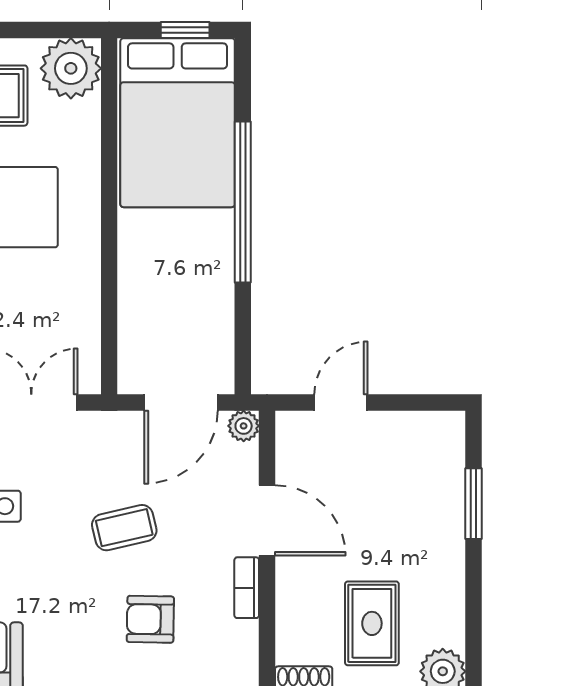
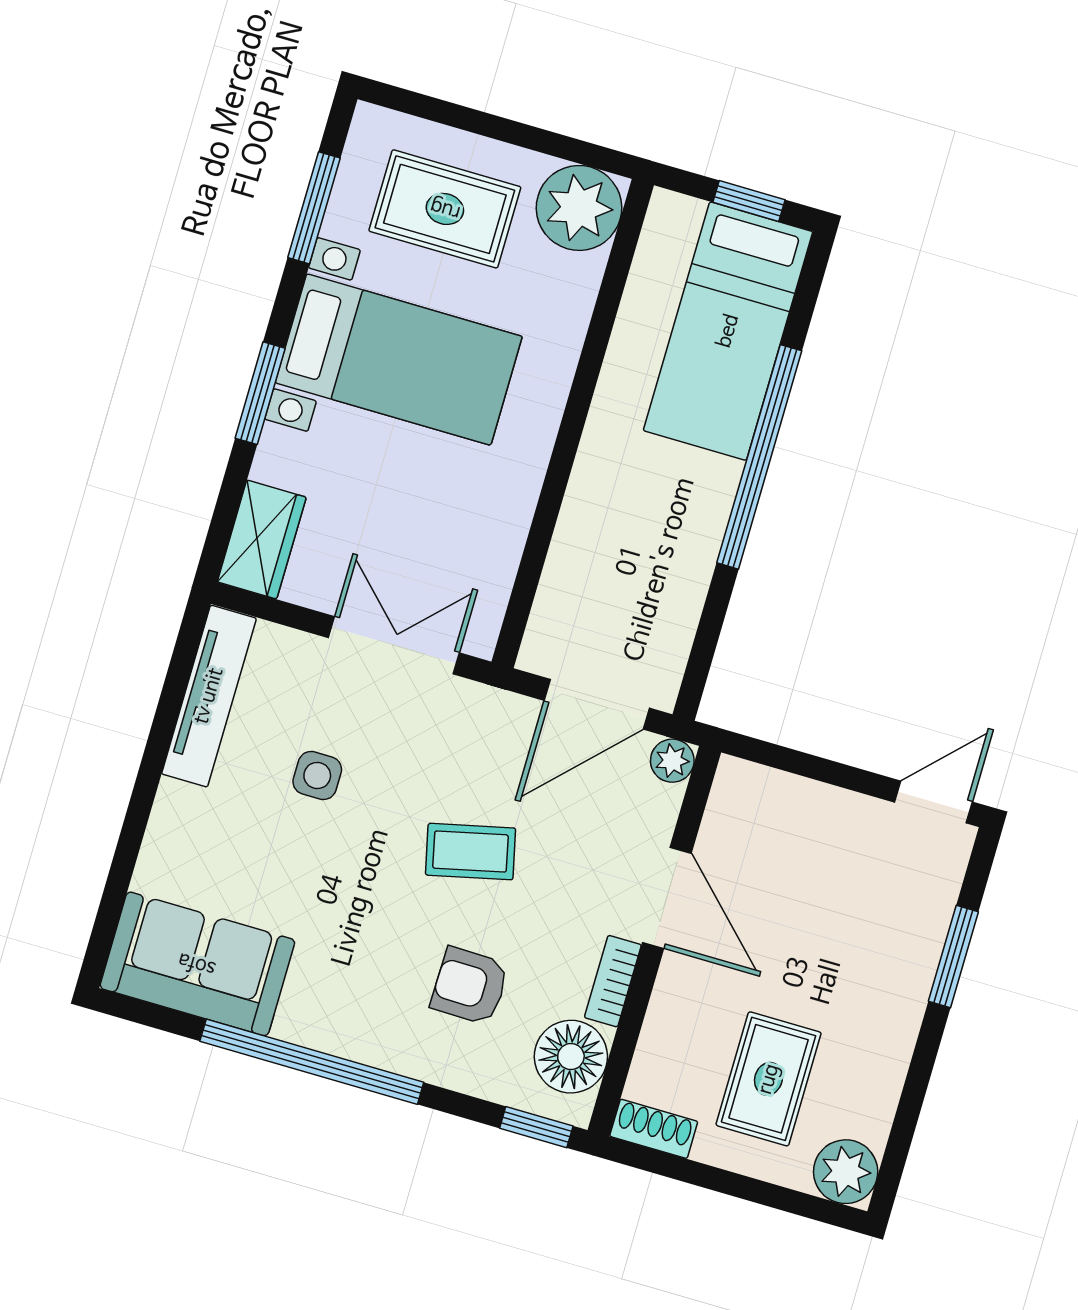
bed: (178, 123) -> (728, 331), width x0.67
door: (341, 402) -> (933, 802), moved
floor lamp: (233, 647) -> (571, 1057), added

